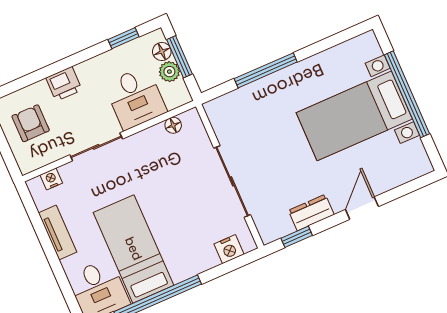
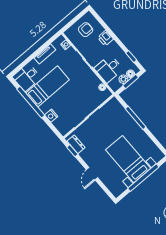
door: (362, 208) -> (92, 174), swing flipped
dresser: (311, 213) -> (76, 144), moved
nightstand: (229, 249) -> (51, 116), moved

